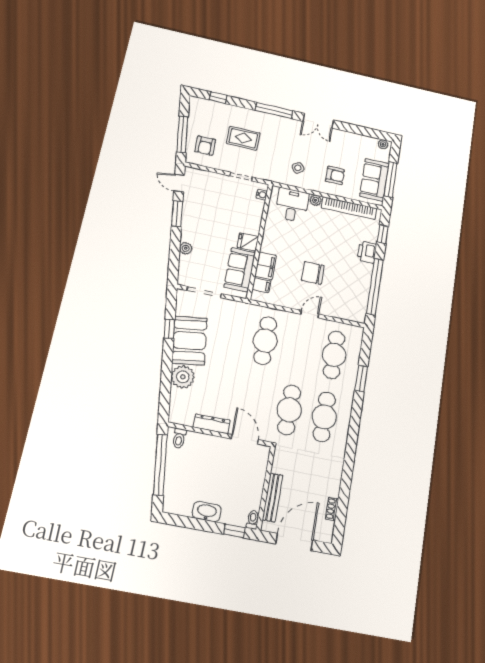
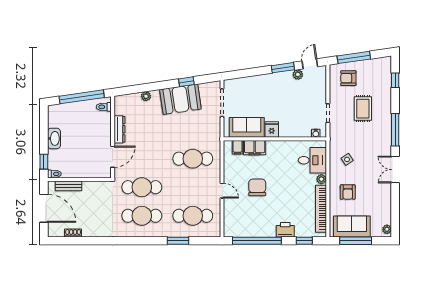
plant: (186, 248) -> (298, 75), moved
plant: (183, 377) -> (146, 96), width x0.53, depth x0.53
bench: (272, 497) -> (68, 186), width x0.73

